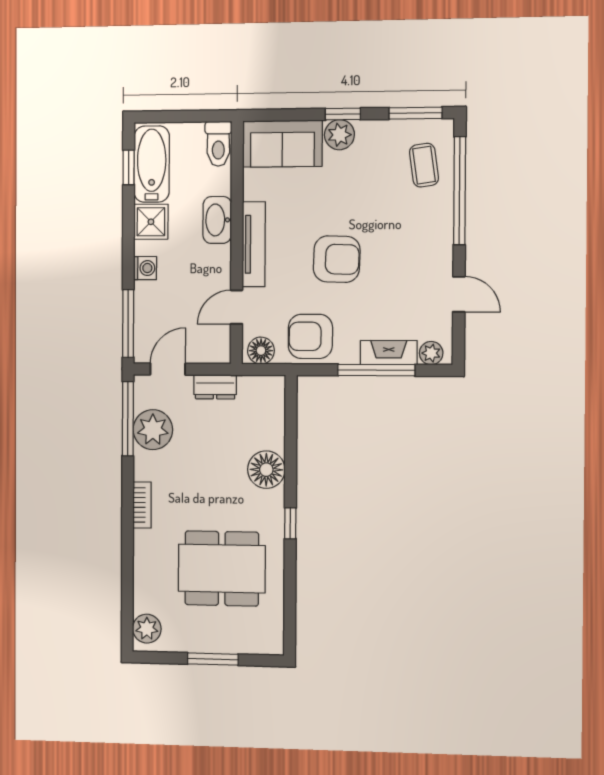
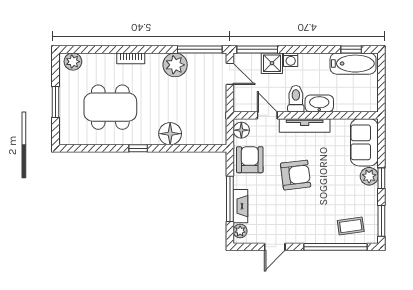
toilet: (218, 144) -> (296, 99), moved, turned 90
shower: (151, 222) -> (272, 63), moved
armchair: (337, 259) -> (296, 175), turned -99
dresser: (215, 387) -> (219, 103), removed
plant: (153, 430) -> (175, 65), moved
bookcase: (142, 505) -> (131, 58), moved
dining table: (222, 568) -> (110, 107), turned 90

